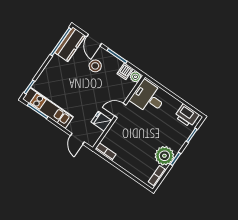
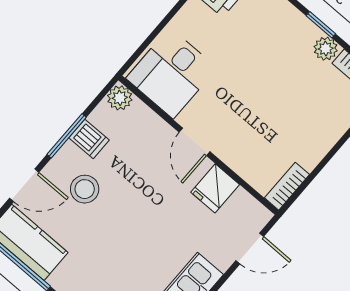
dishwasher: (125, 71) -> (89, 139), moved
plant: (164, 156) -> (326, 49), width x0.53, depth x0.53

